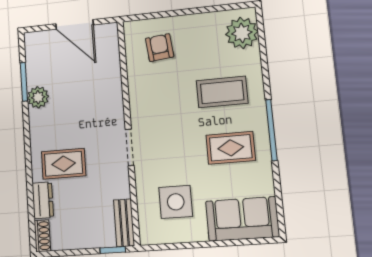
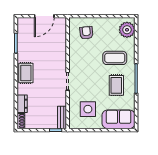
door: (75, 24) -> (44, 16), hinge flipped
plant: (38, 97) -> (23, 52), removed
rug: (231, 148) -> (116, 85), turned 90
rug: (64, 164) -> (26, 73), moved, turned 90

